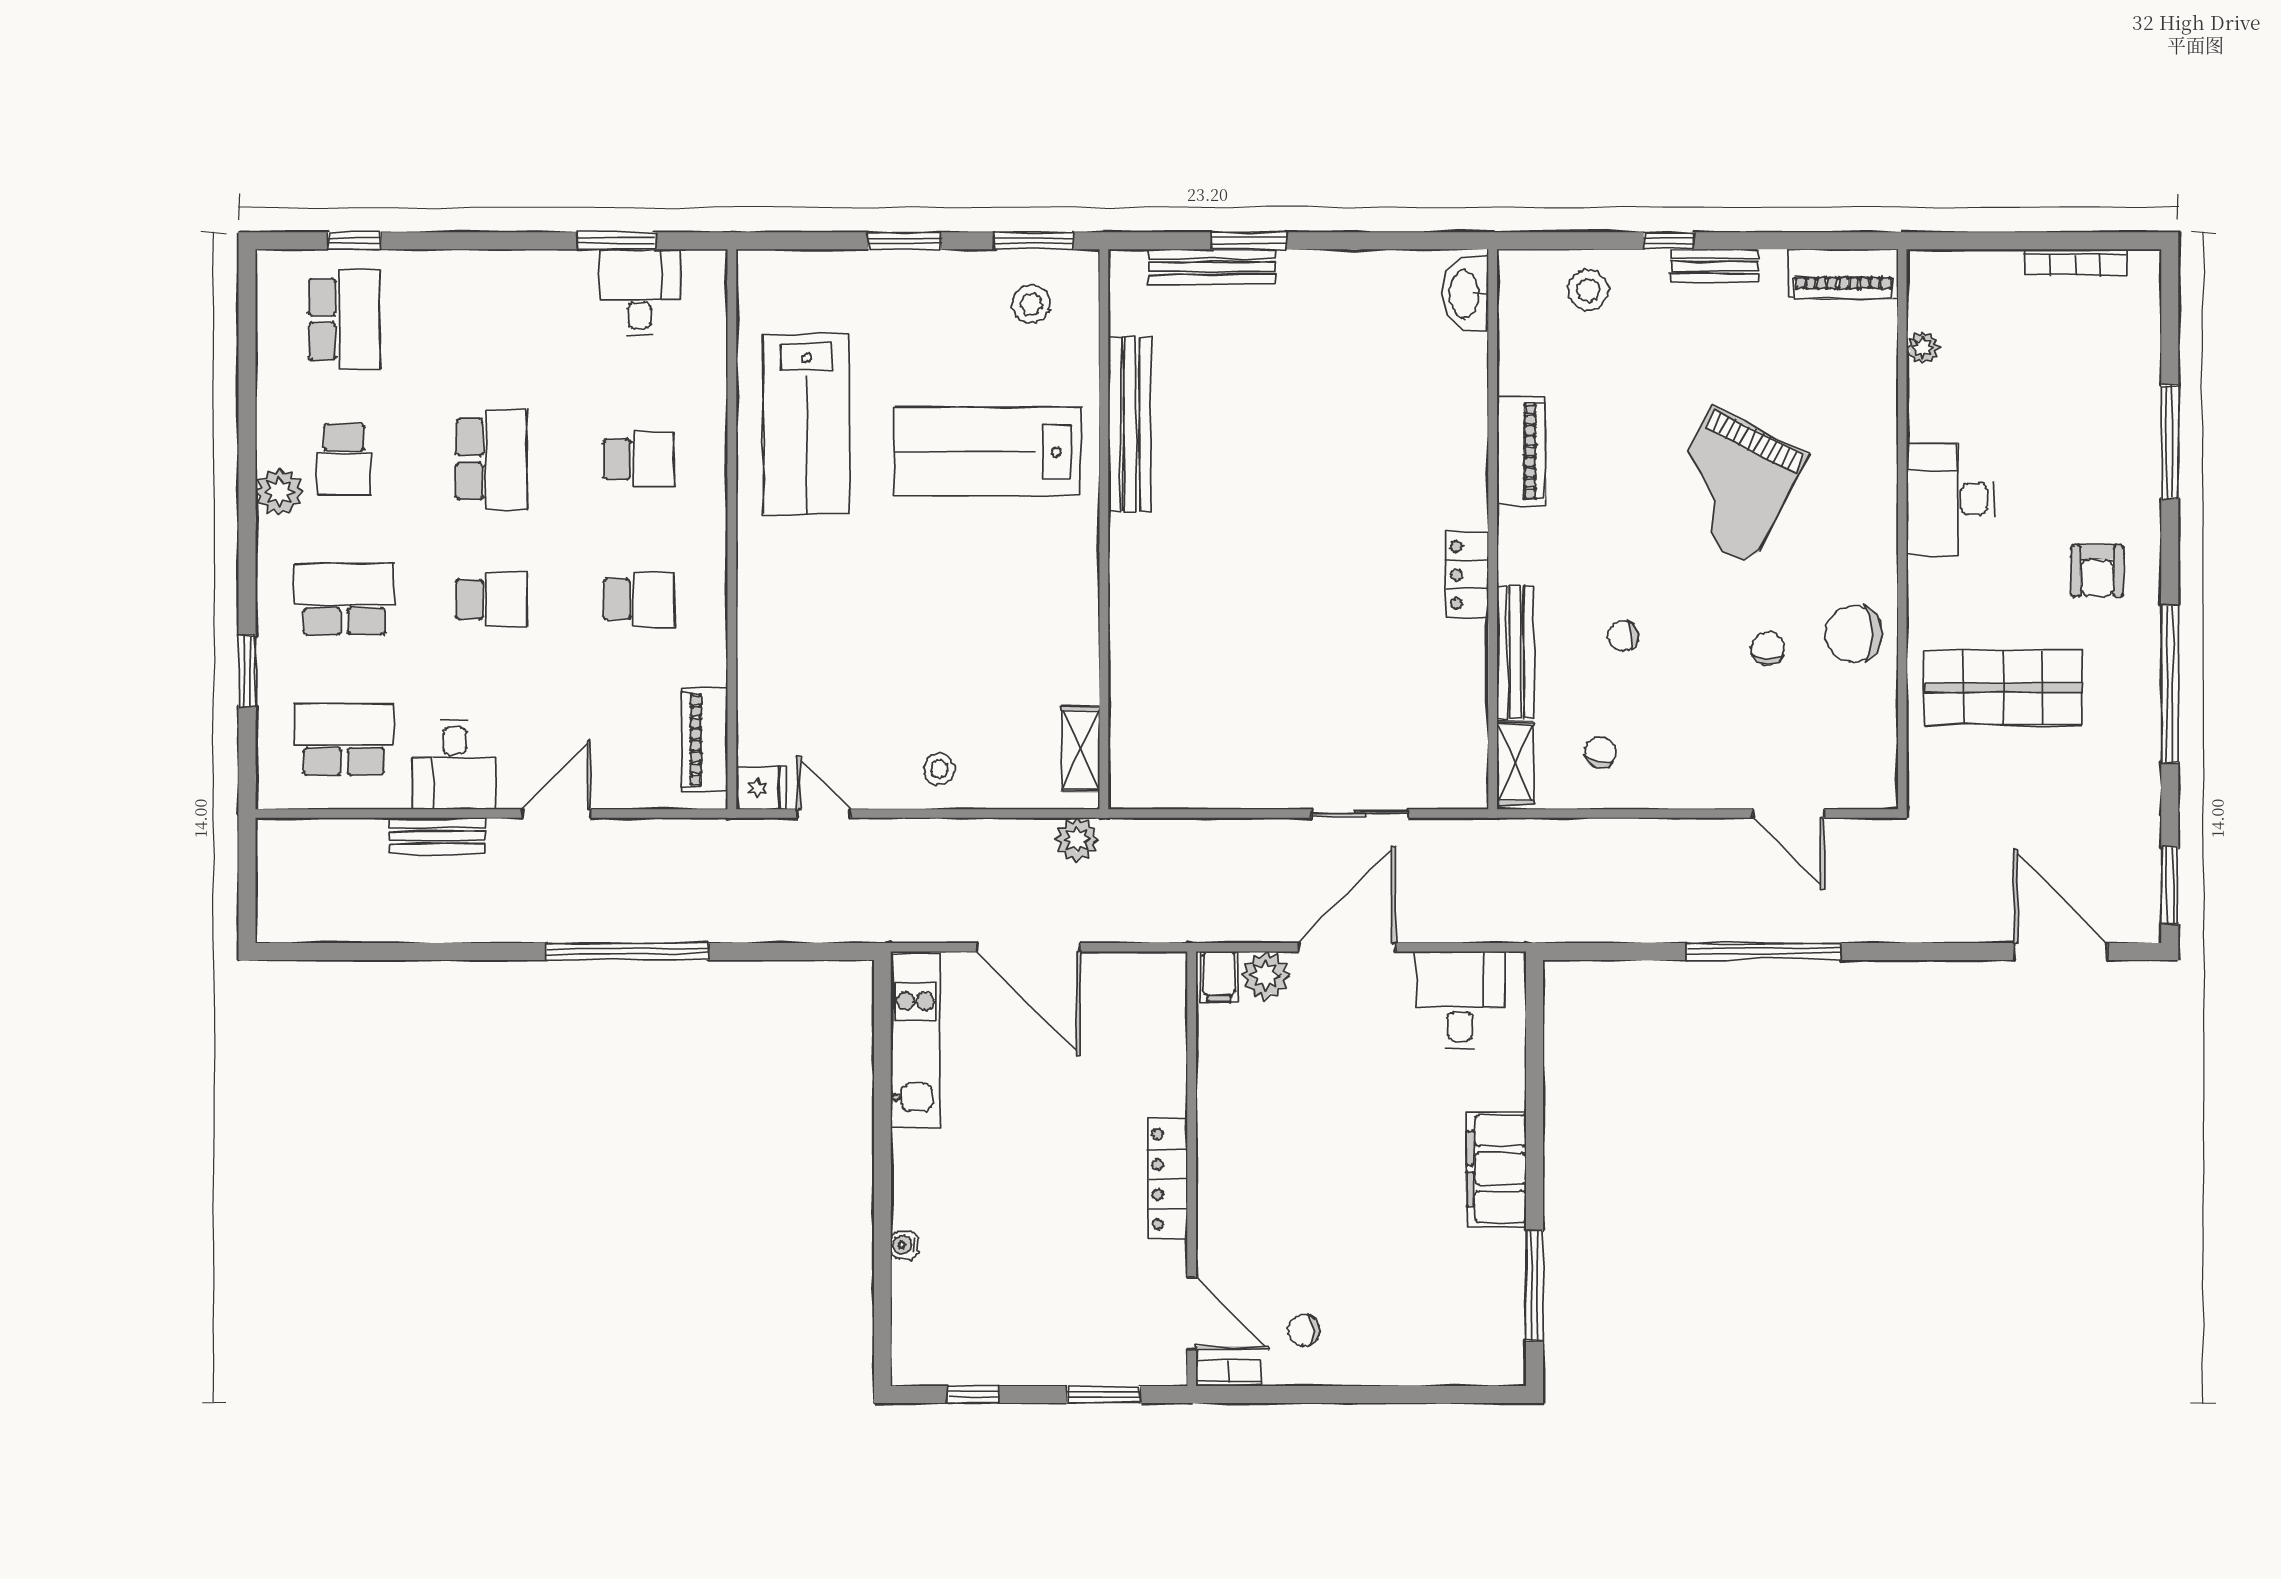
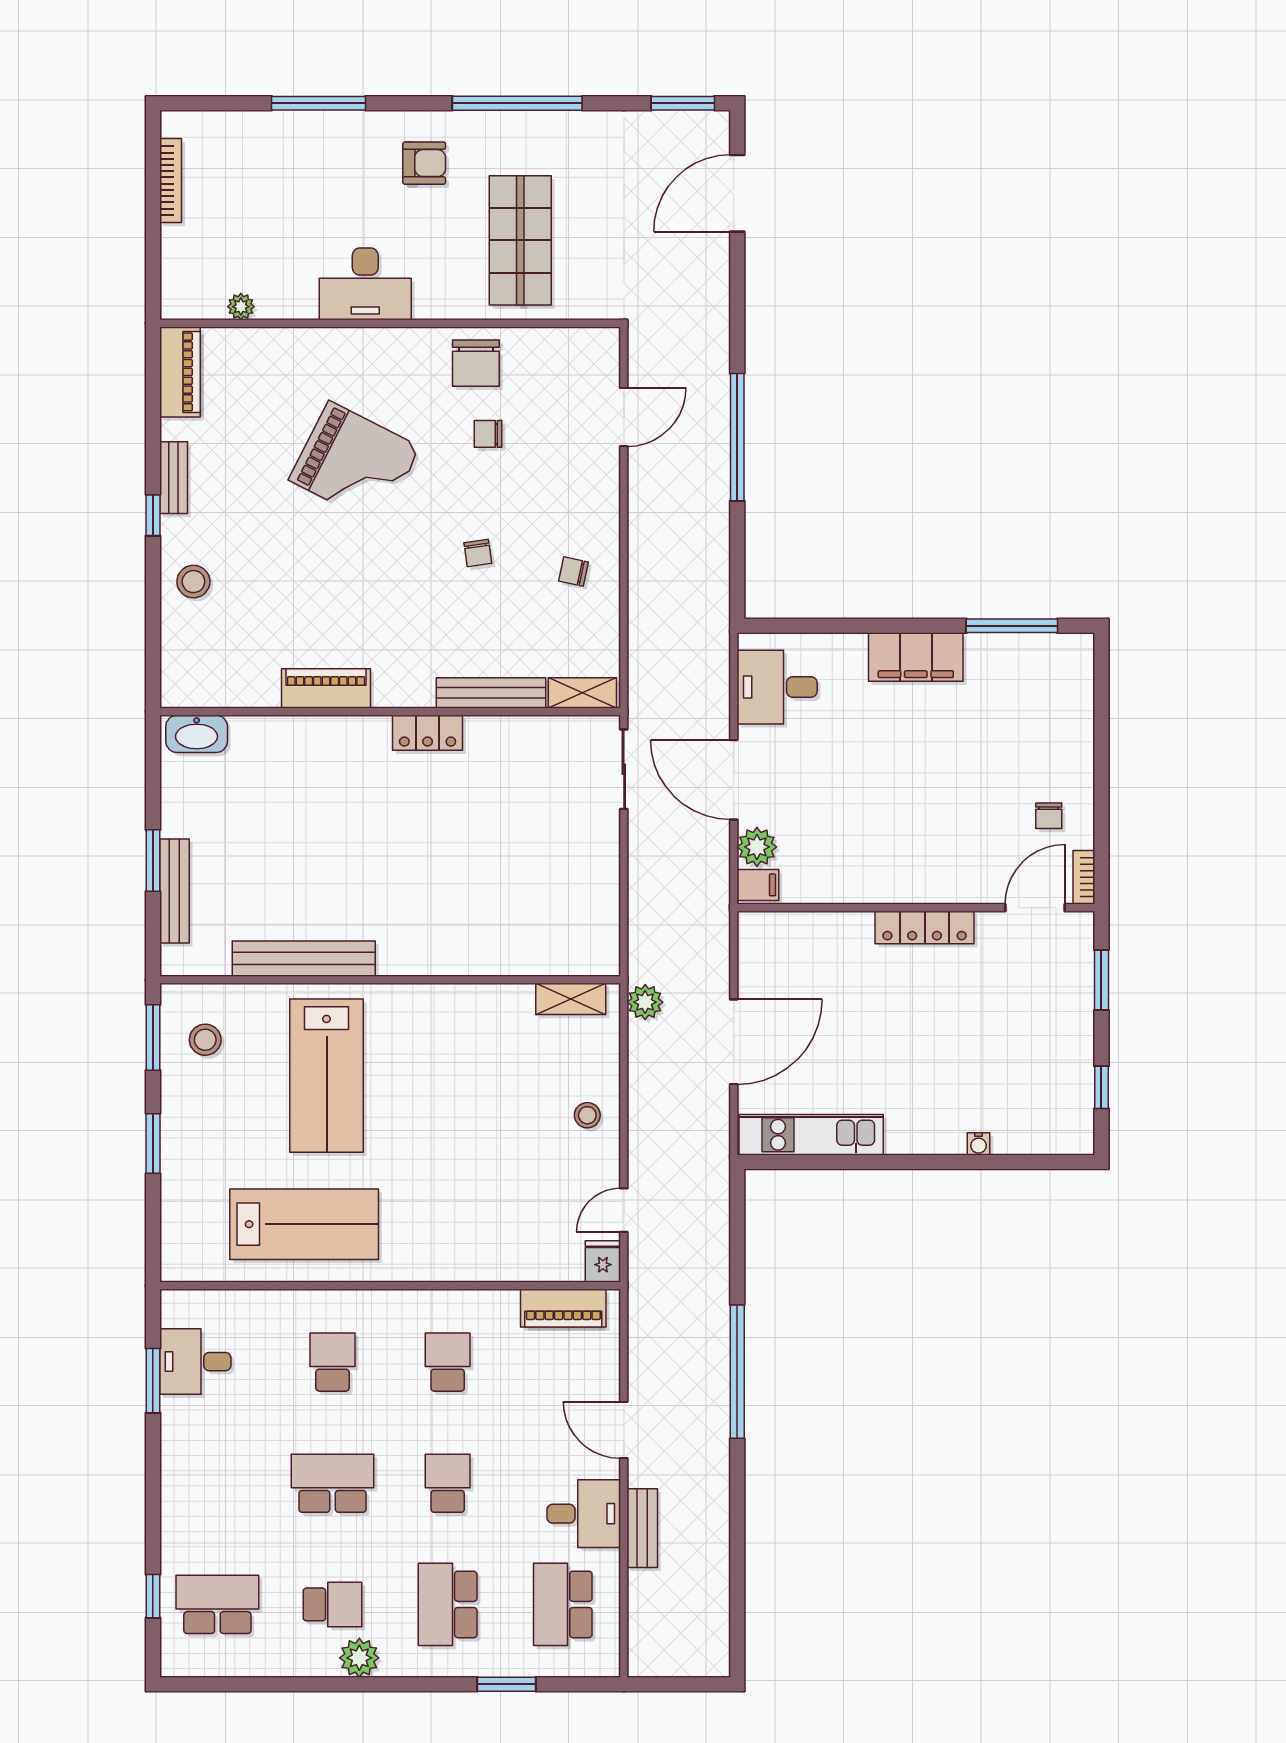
washbasin: (1466, 294) -> (197, 734), moved
piano: (1521, 451) -> (326, 688), moved
wall: (1493, 529) -> (390, 712), moved
locker: (1467, 575) -> (428, 733), moved
bench: (1515, 652) -> (491, 693), moved
shelving: (1515, 763) -> (582, 693), moved

